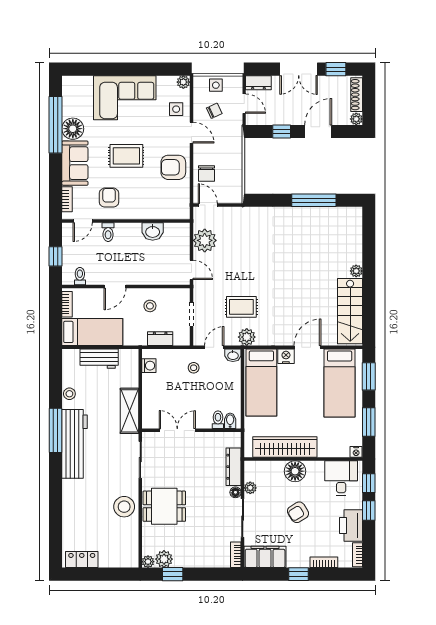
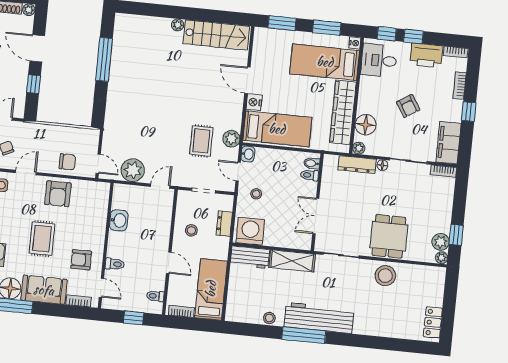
door: (208, 205) -> (98, 164), swing flipped
workbench: (99, 359) -> (250, 257), moved, turned 90
washing machine: (149, 366) -> (250, 231), width x1.89, depth x1.89
bed: (340, 383) -> (325, 62), moved, turned 180
floor lamp: (295, 471) -> (366, 125), moved
plant: (250, 488) -> (359, 148), moved

